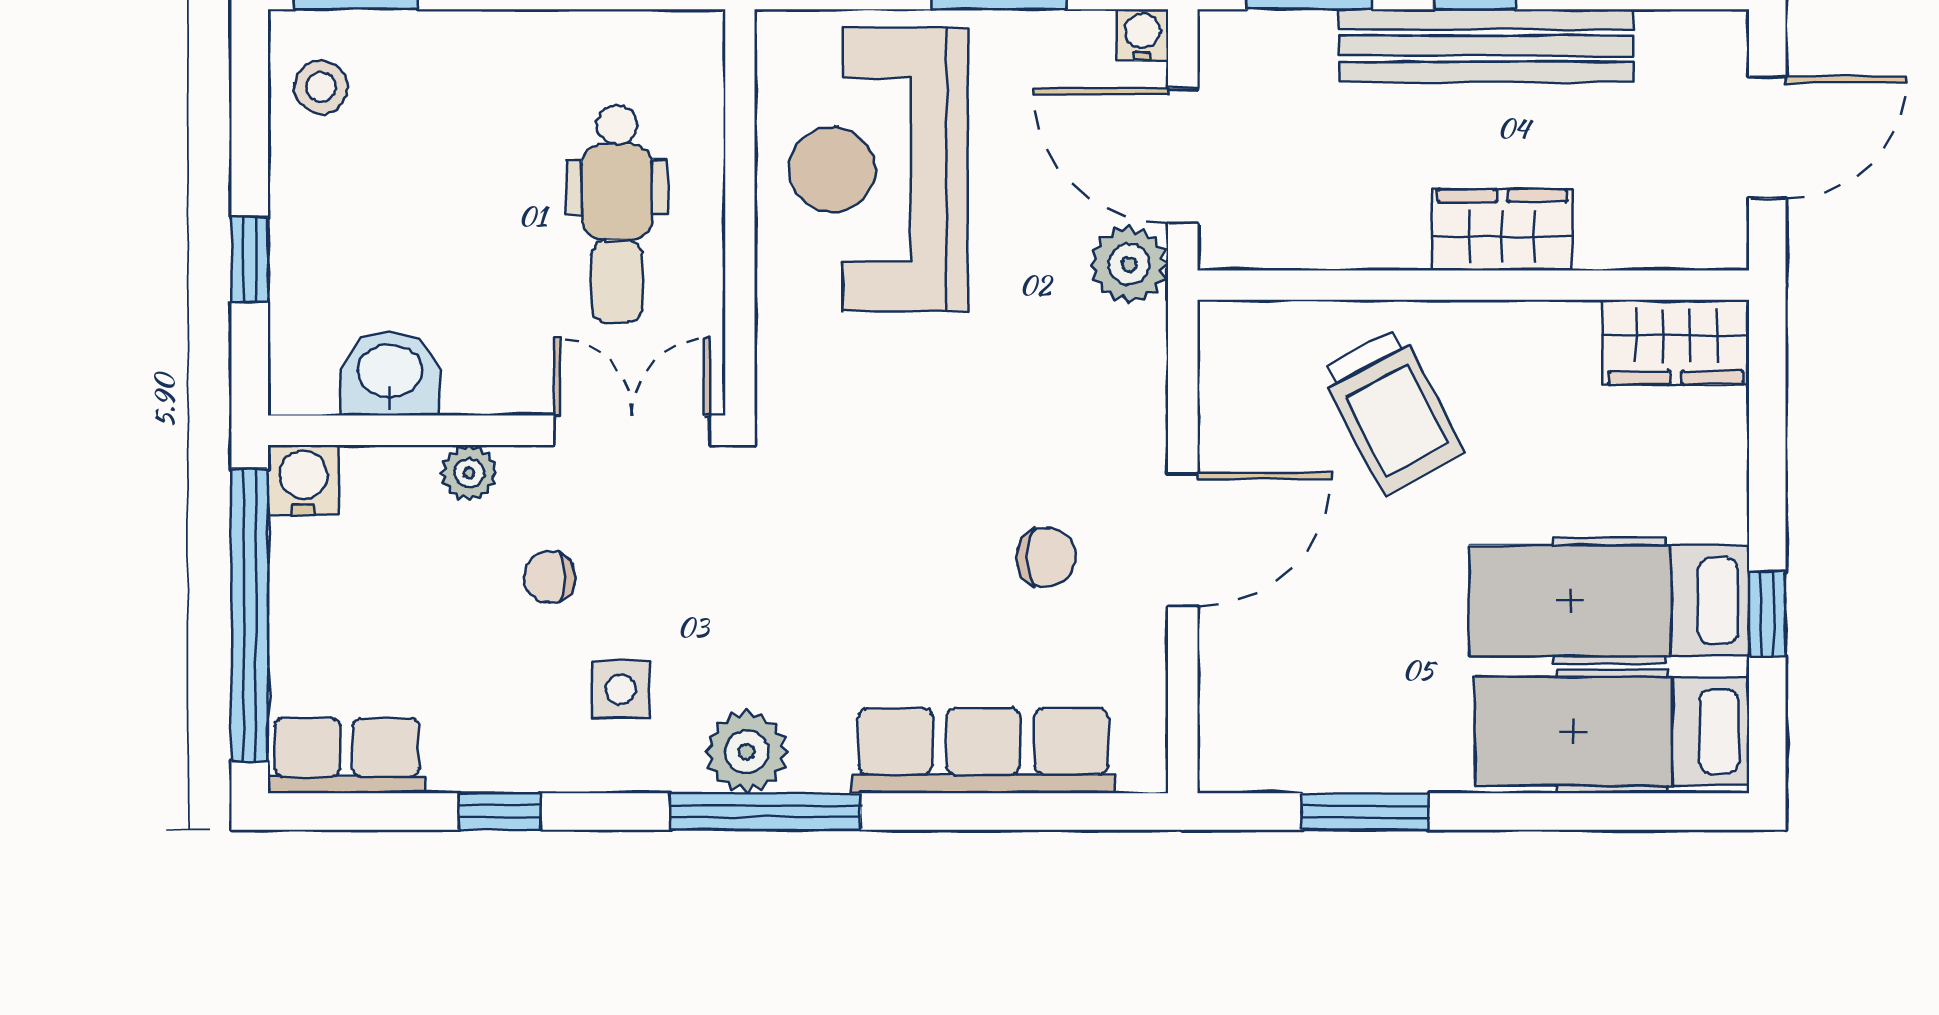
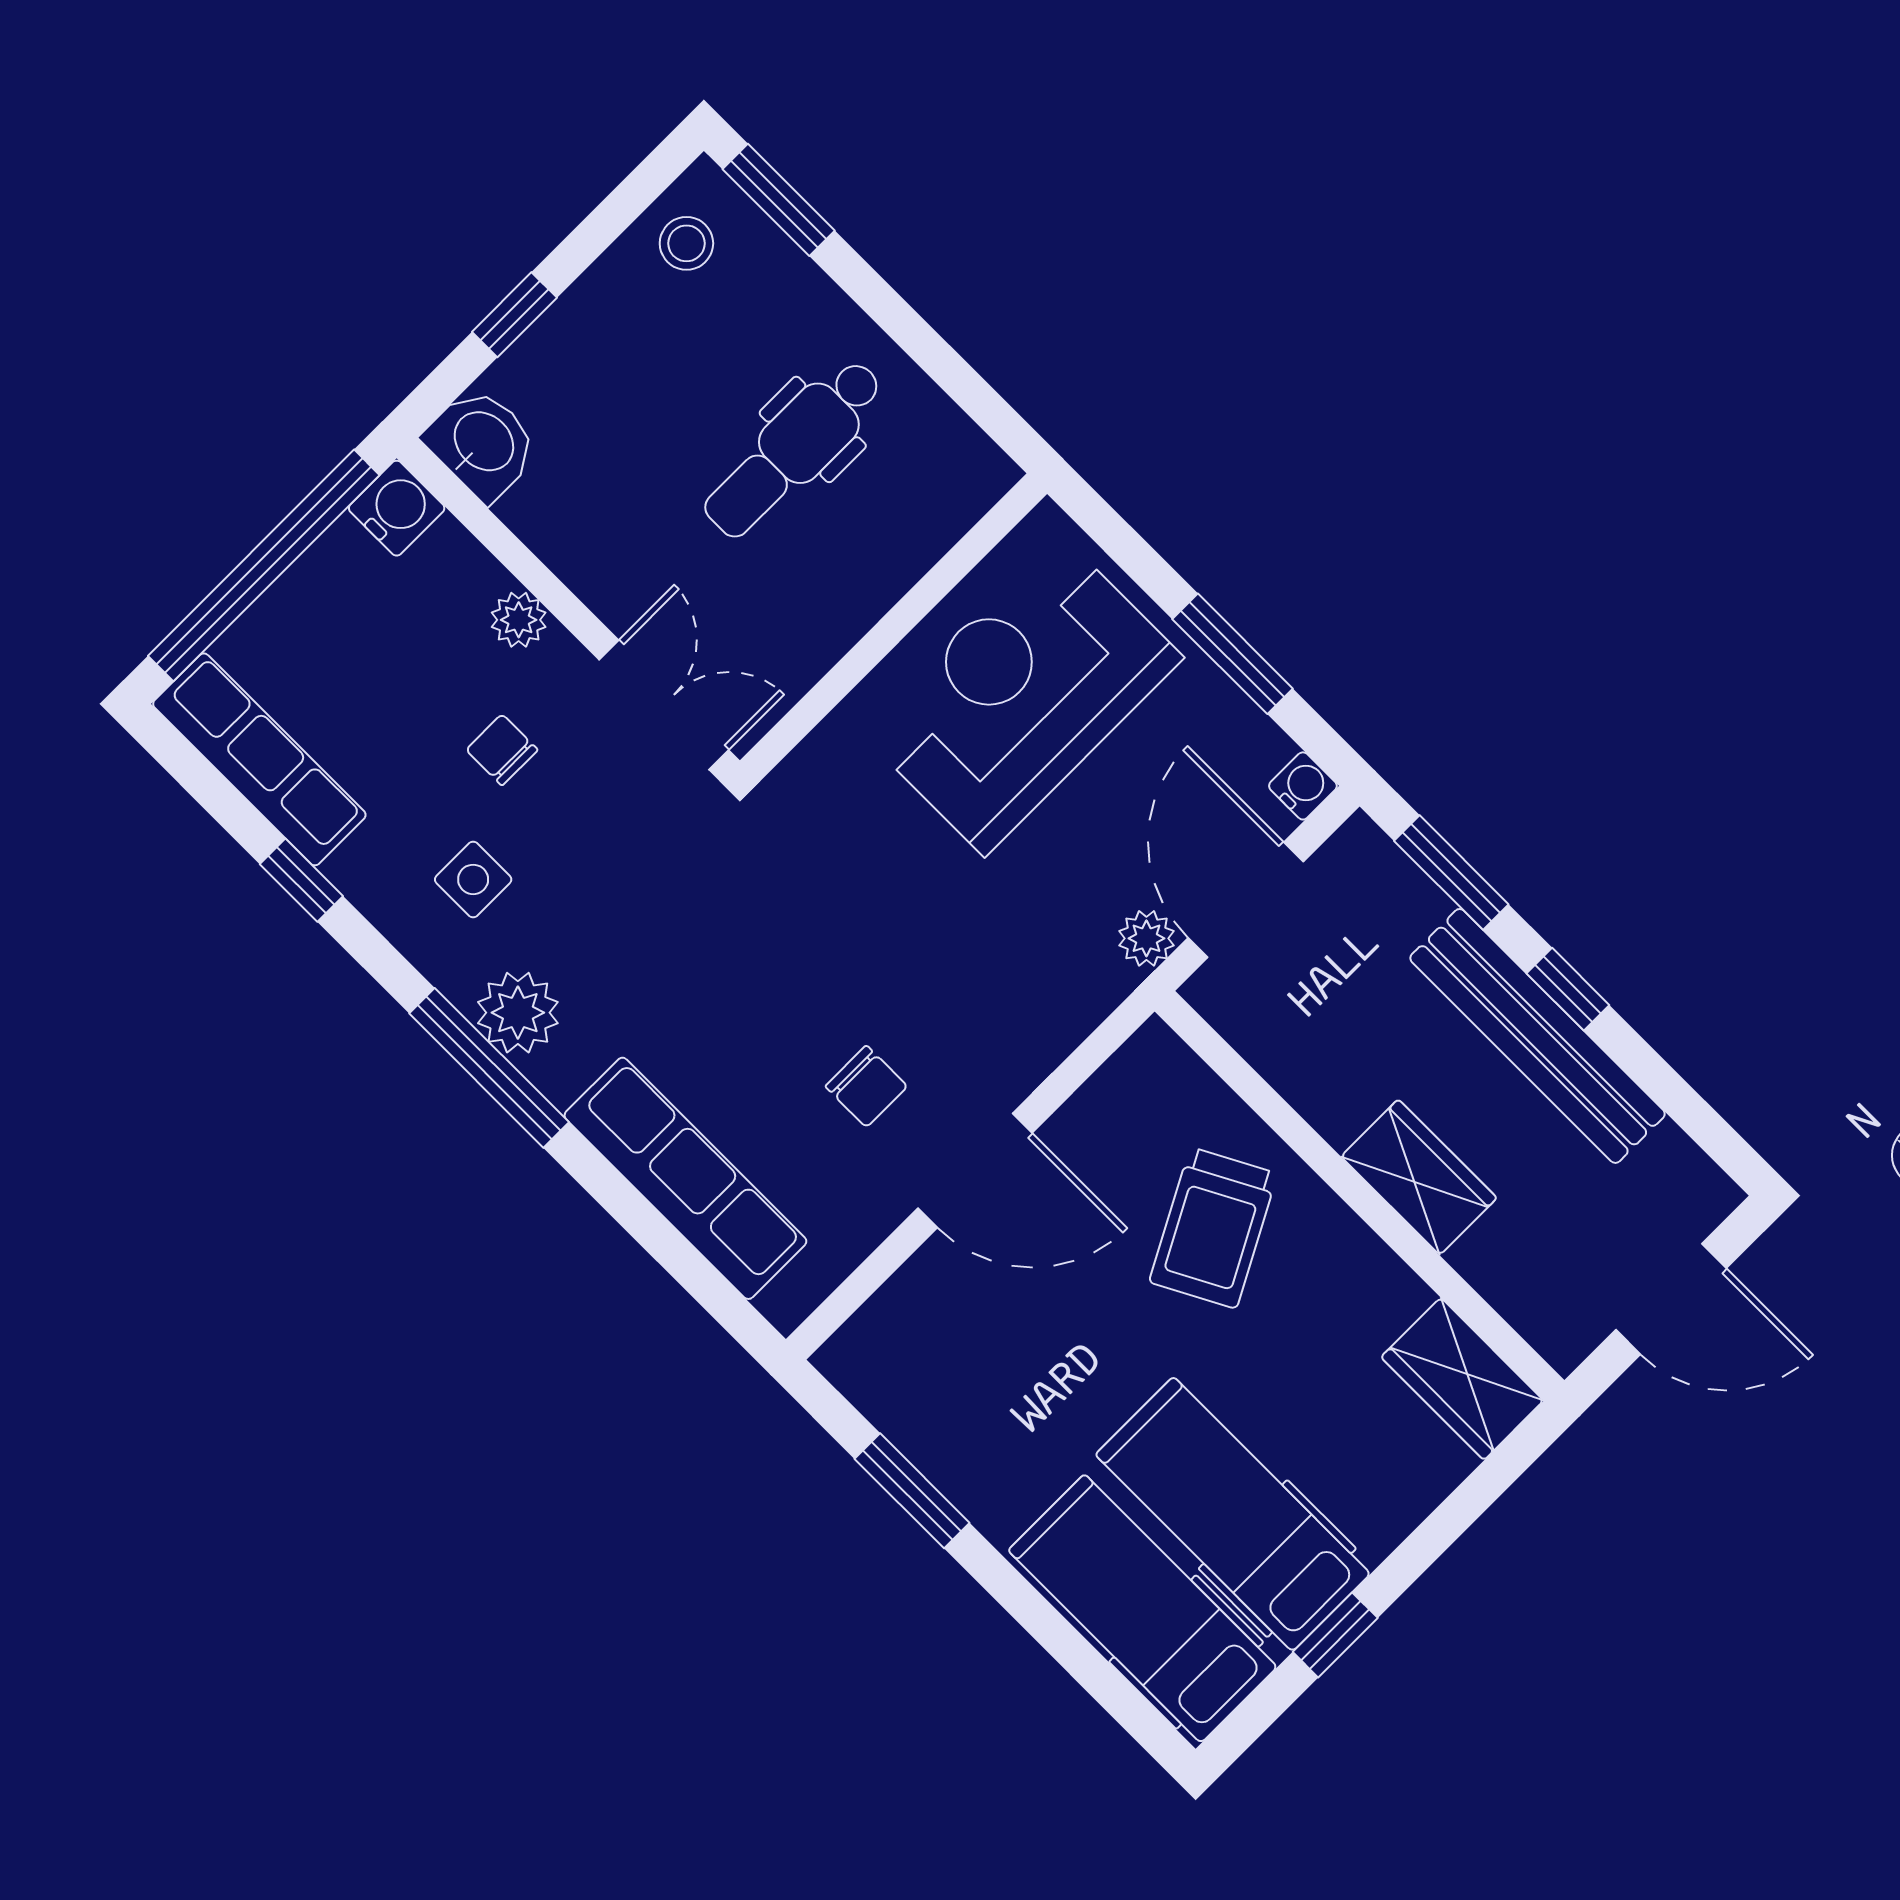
dental chair: (617, 214) -> (794, 449), moved
plant: (1129, 264) -> (1146, 938), width x0.73, depth x0.73
washbasin: (390, 373) -> (482, 443), moved
row of seats: (346, 756) -> (259, 759), width x1.48

